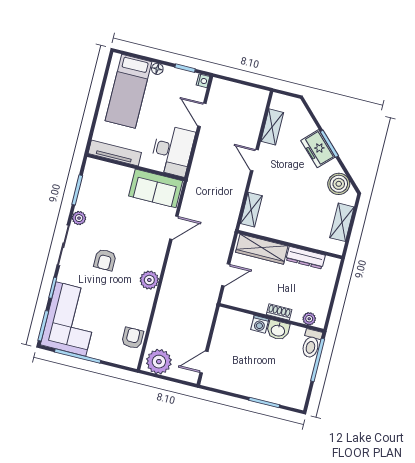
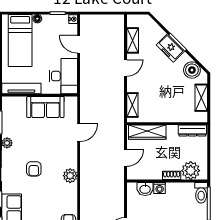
door: (254, 160) -> (125, 68), swing flipped
sofa: (156, 188) -> (45, 107), moved
dresser: (306, 258) -> (192, 131), moved
plant: (309, 319) -> (191, 171), width x1.88, depth x1.88
washbasin: (278, 330) -> (145, 189), moved

